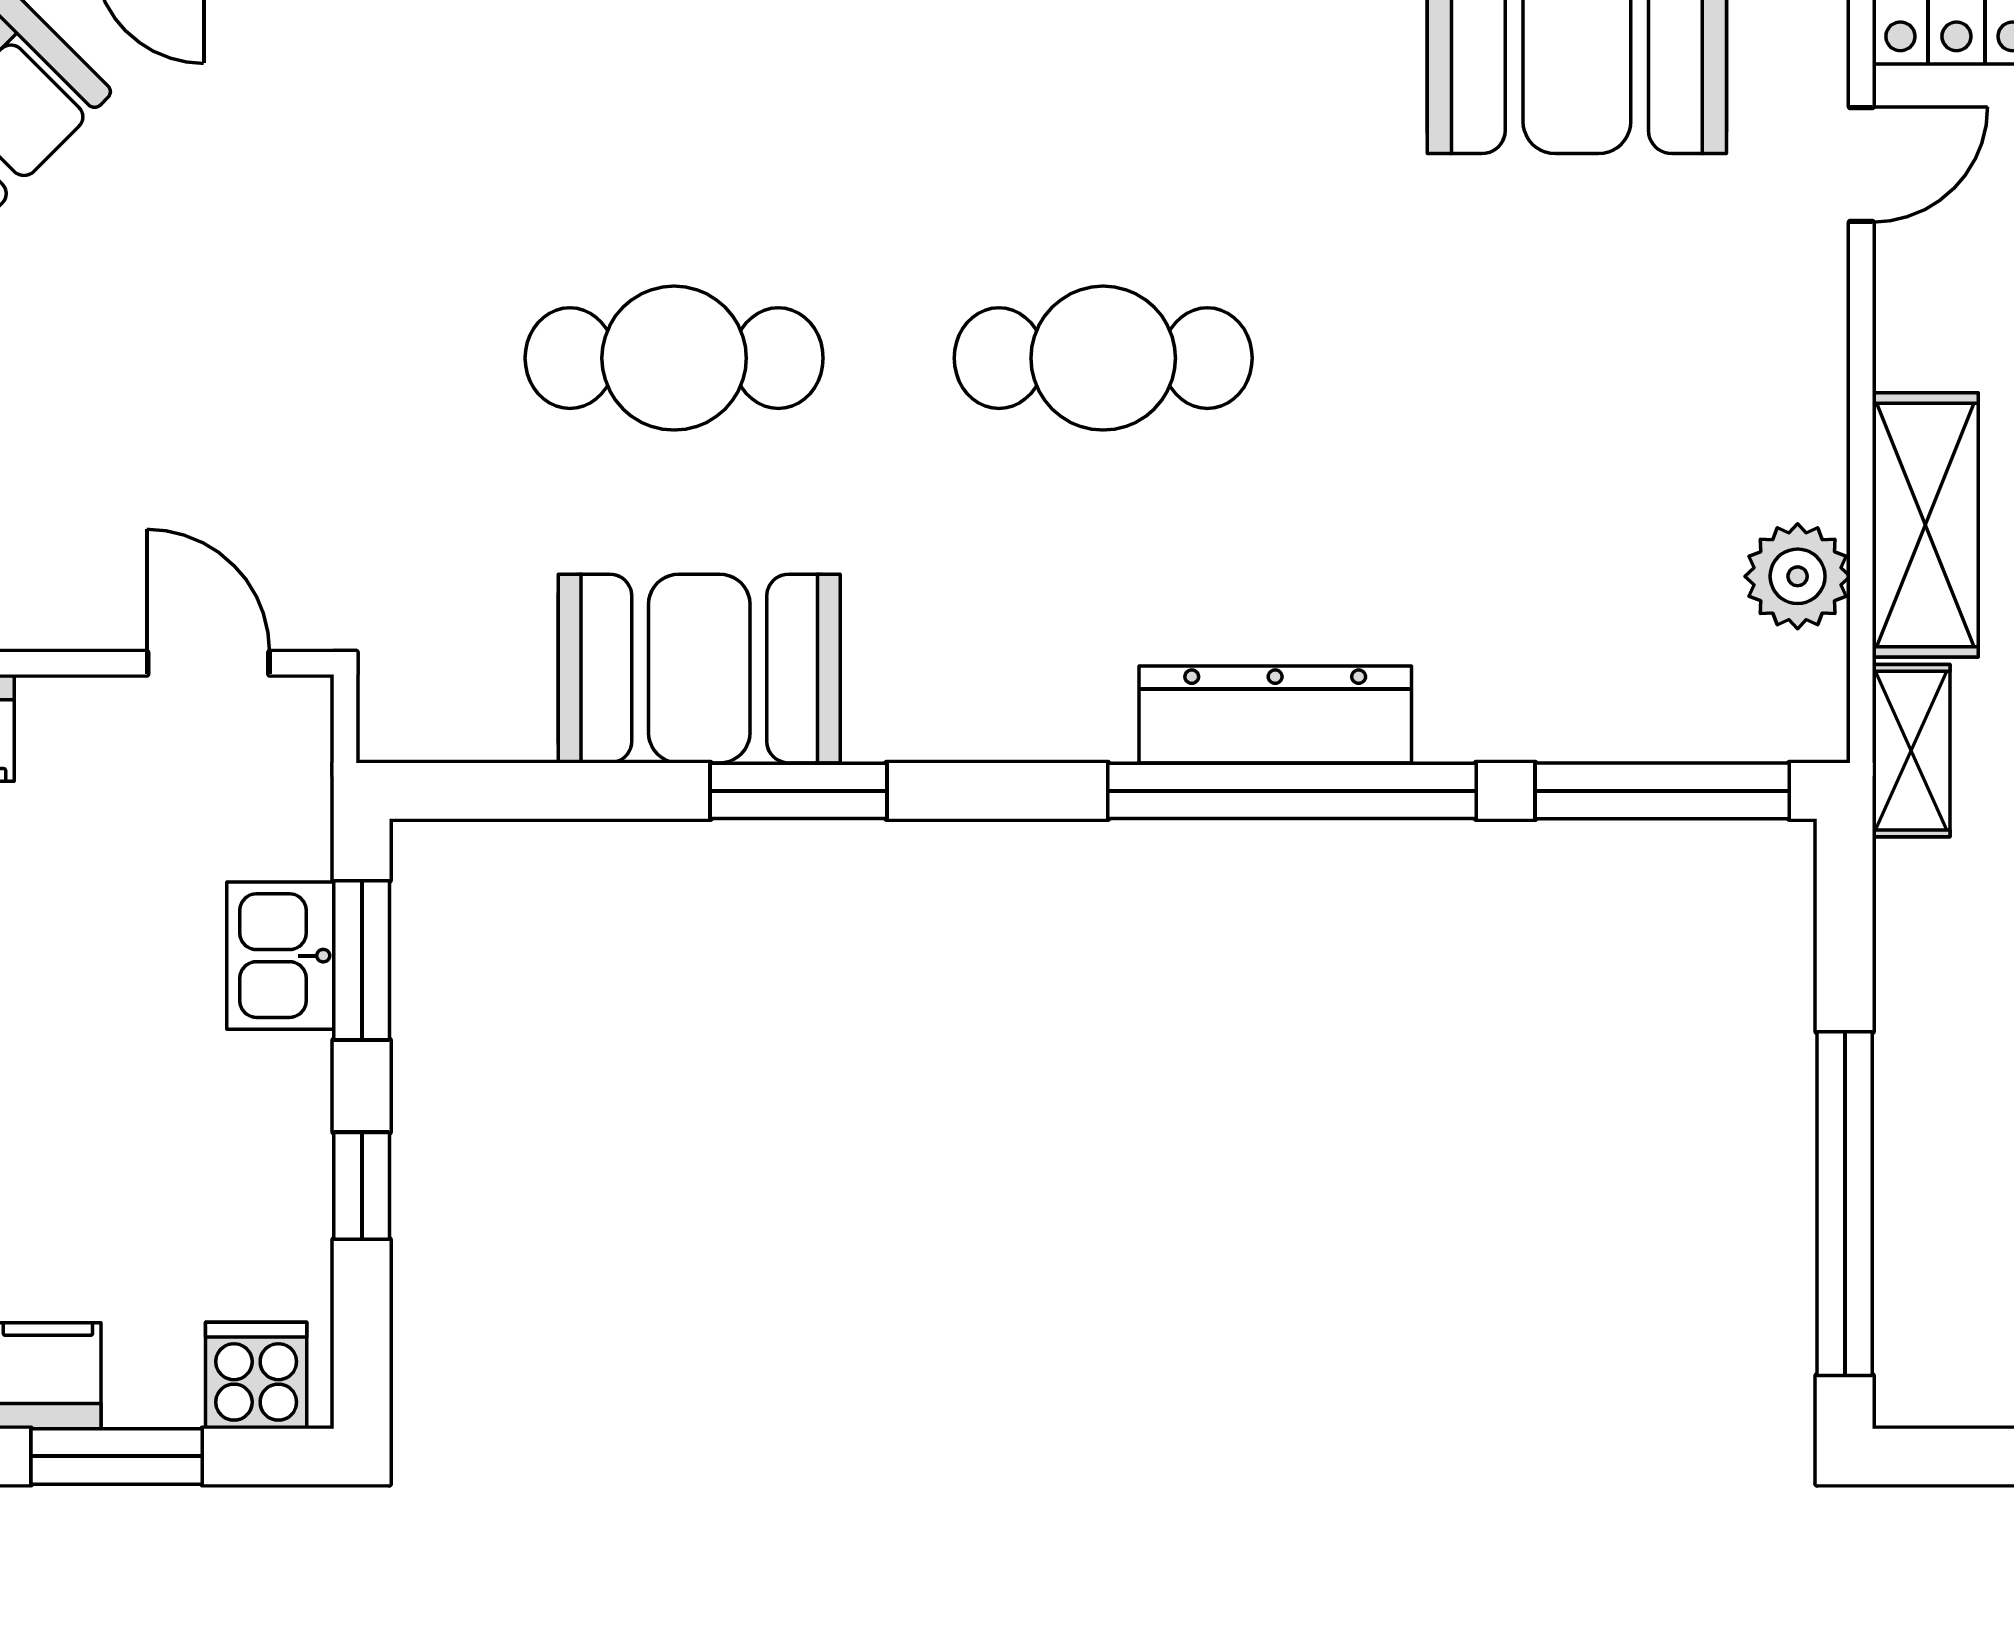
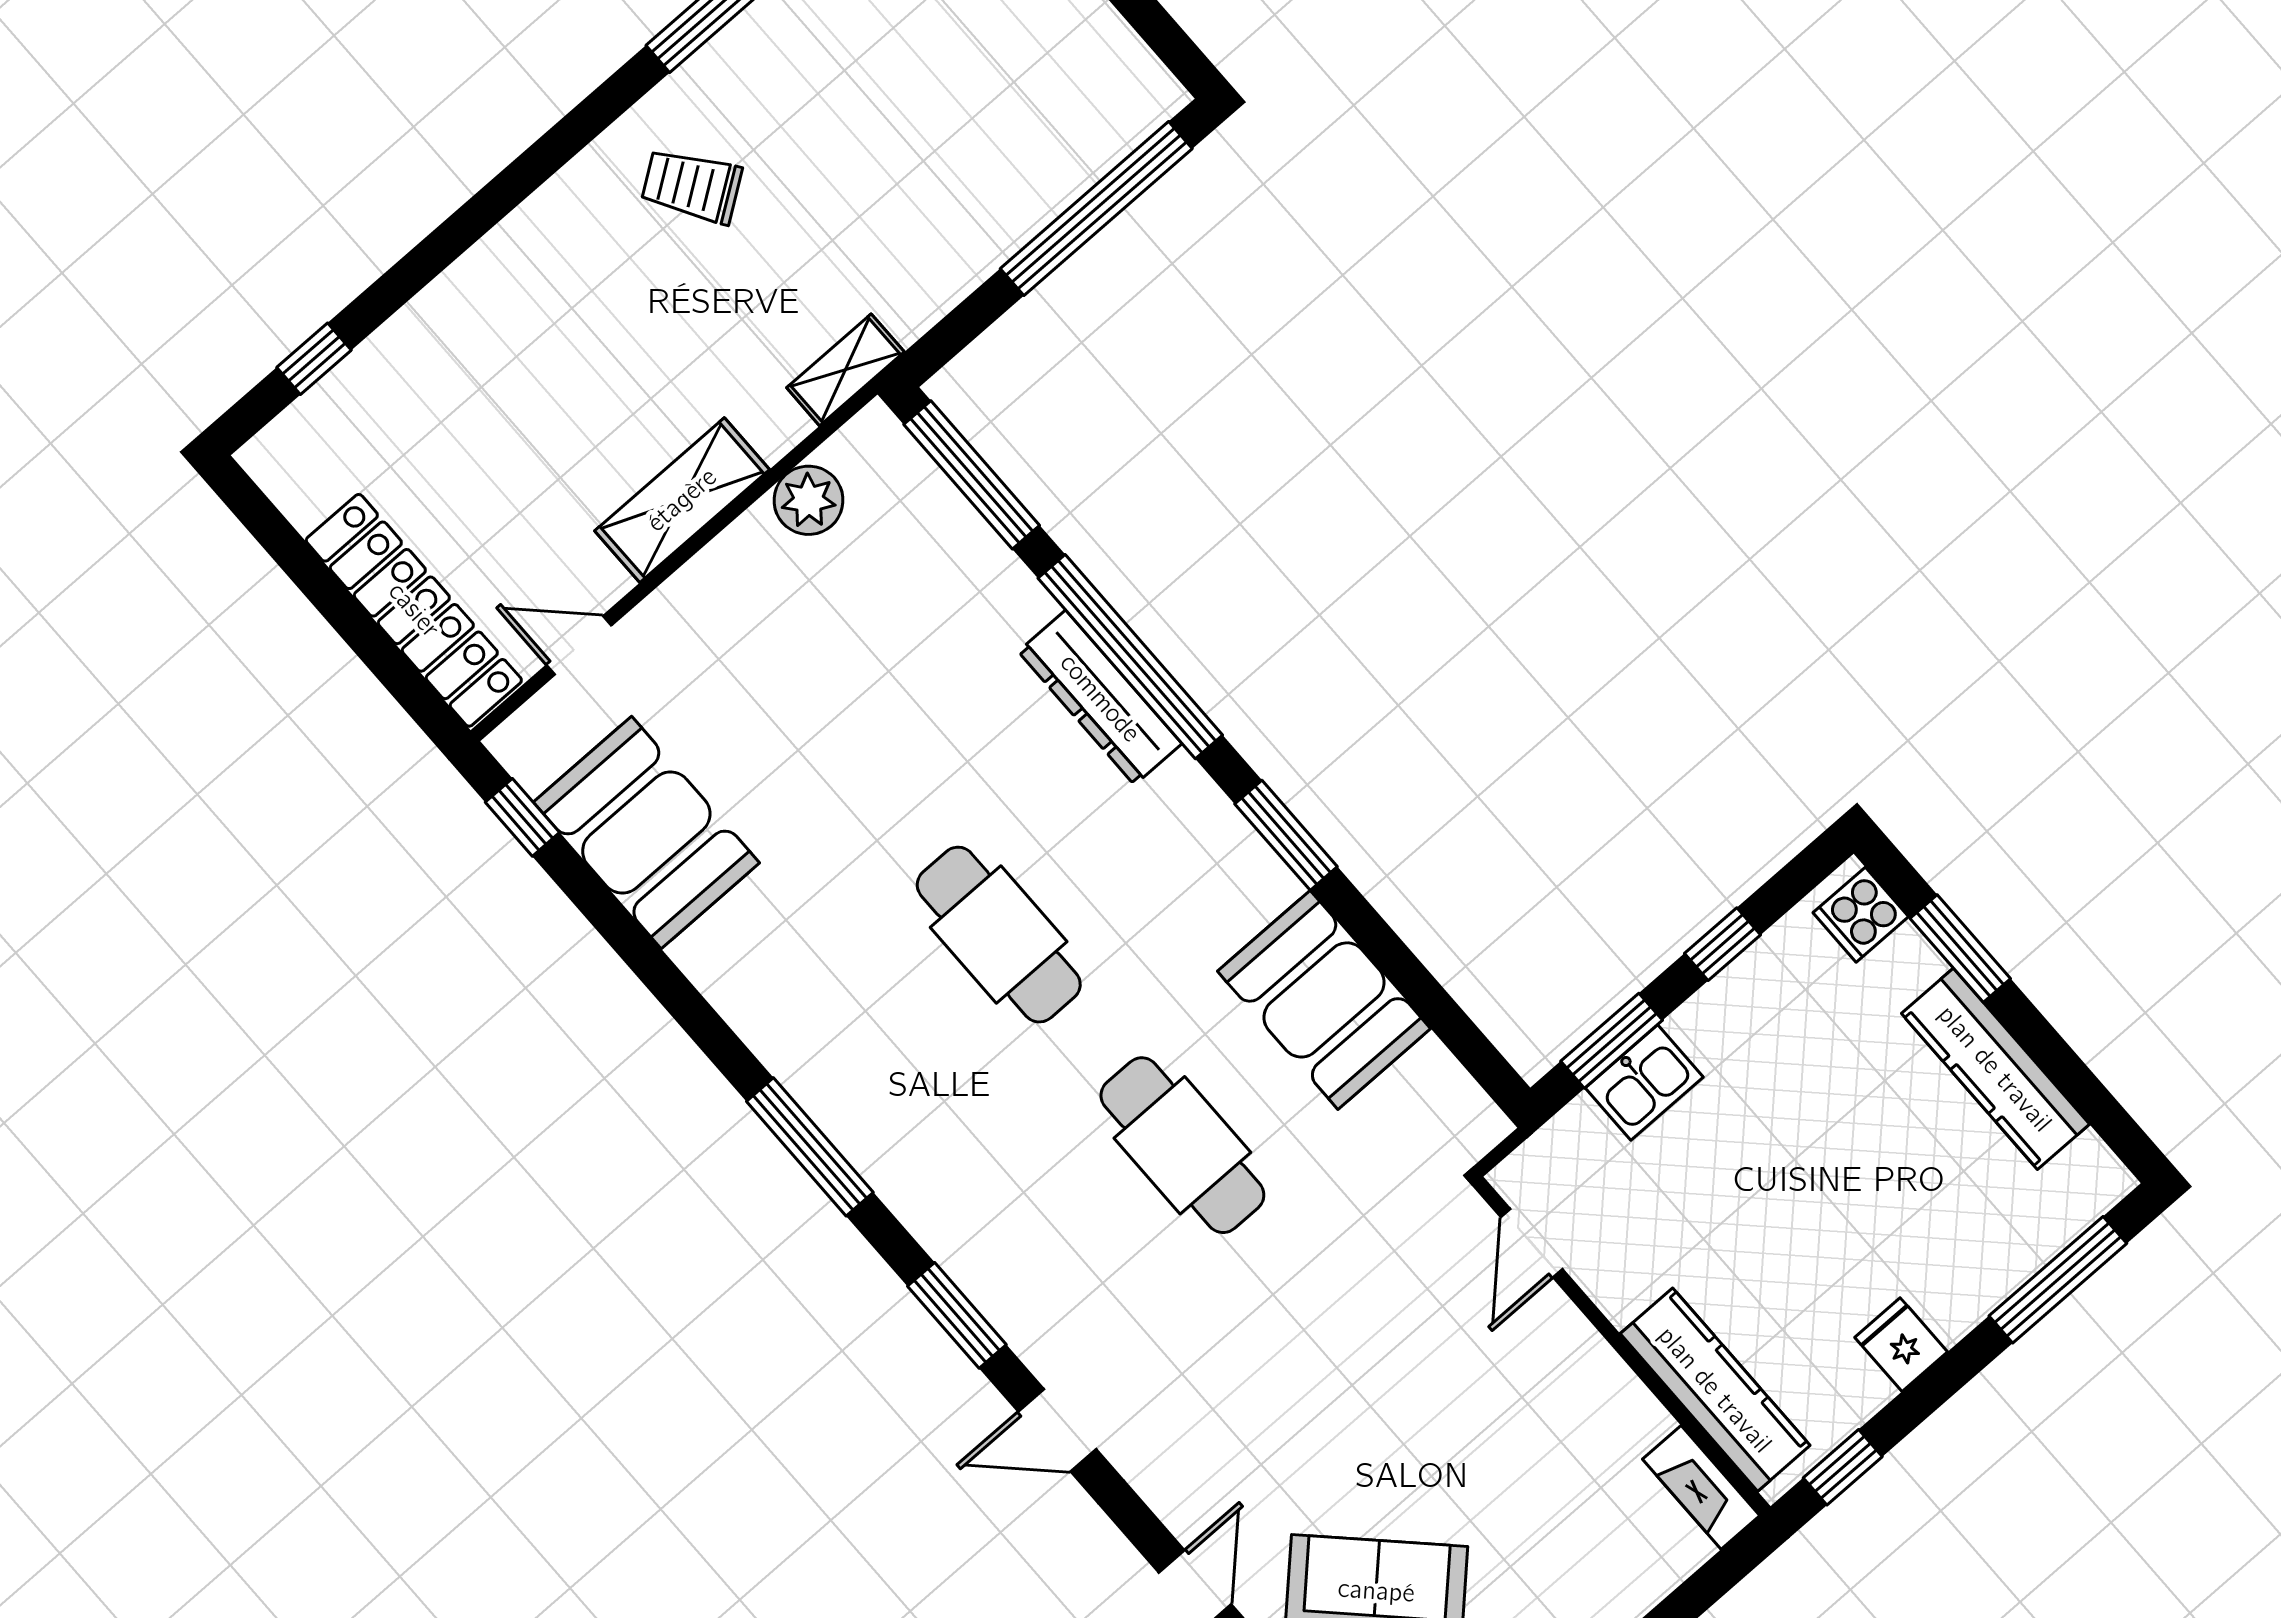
shelving: (1925, 525) -> (682, 500), moved
window: (798, 791) -> (1286, 835), moved

